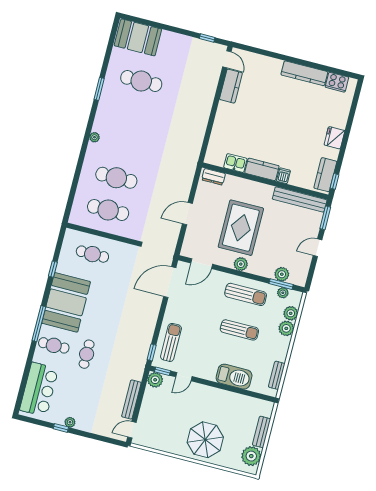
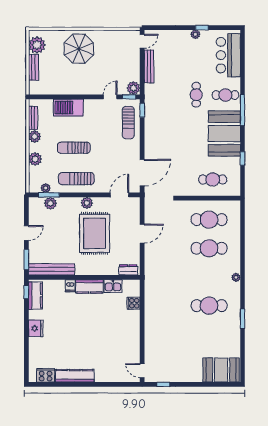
cafe table: (141, 81) -> (209, 306), moved
kitchen counter: (231, 86) -> (133, 349), removed
cooker: (217, 138) -> (133, 303), added
plant: (291, 313) -> (35, 137), moved

